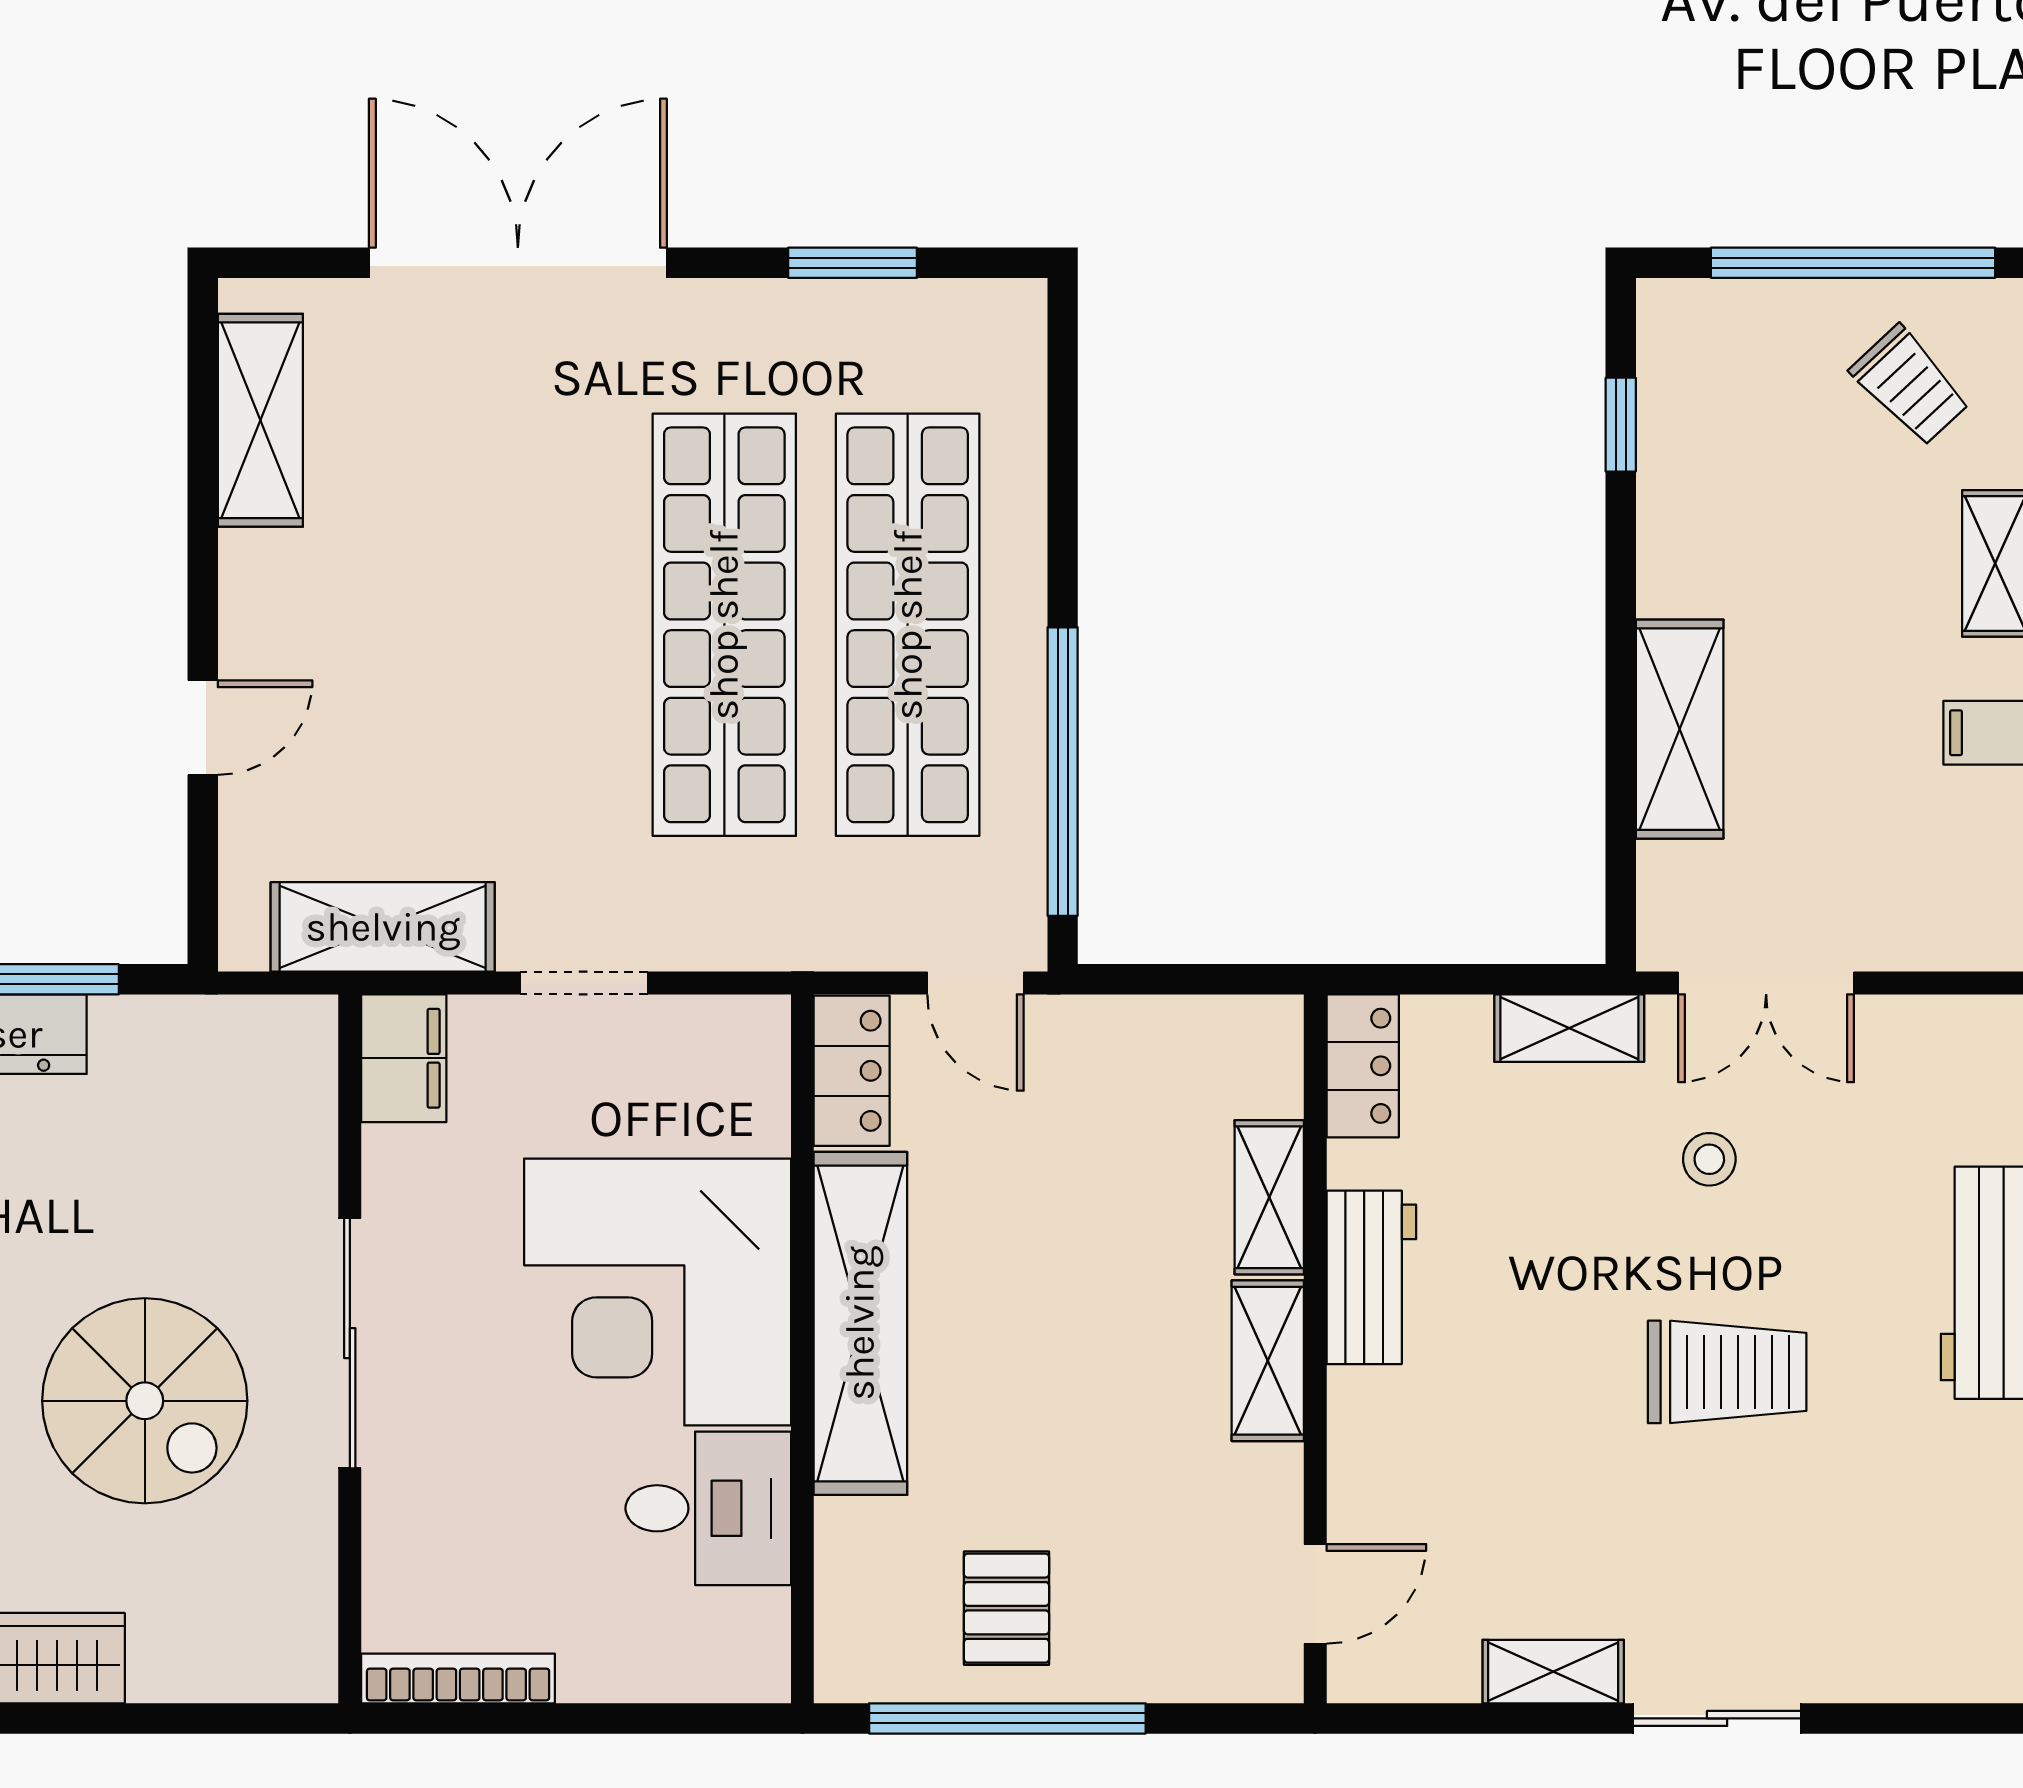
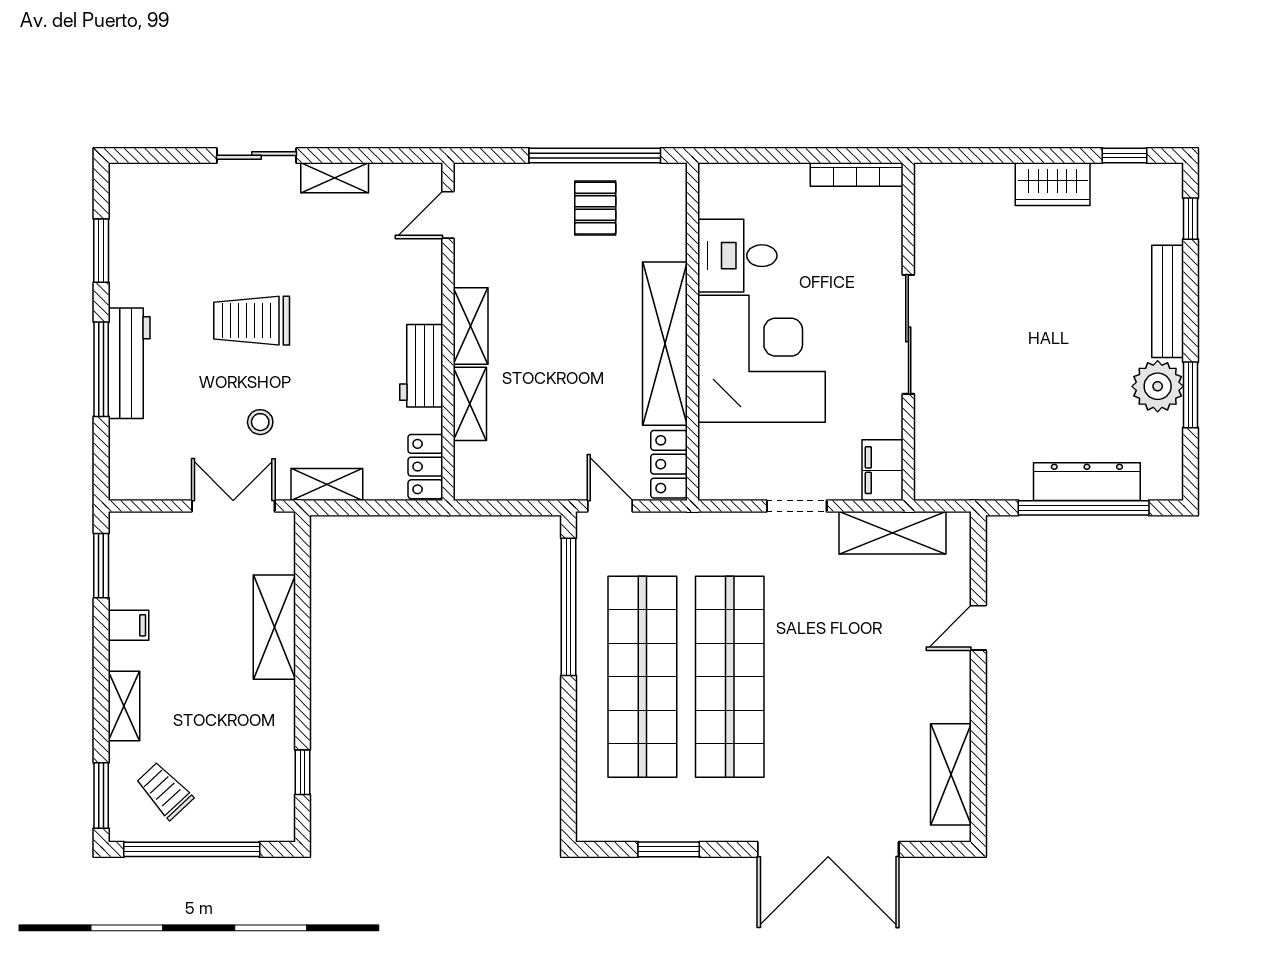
spiral stairs: (145, 1401) -> (1006, 307), removed

